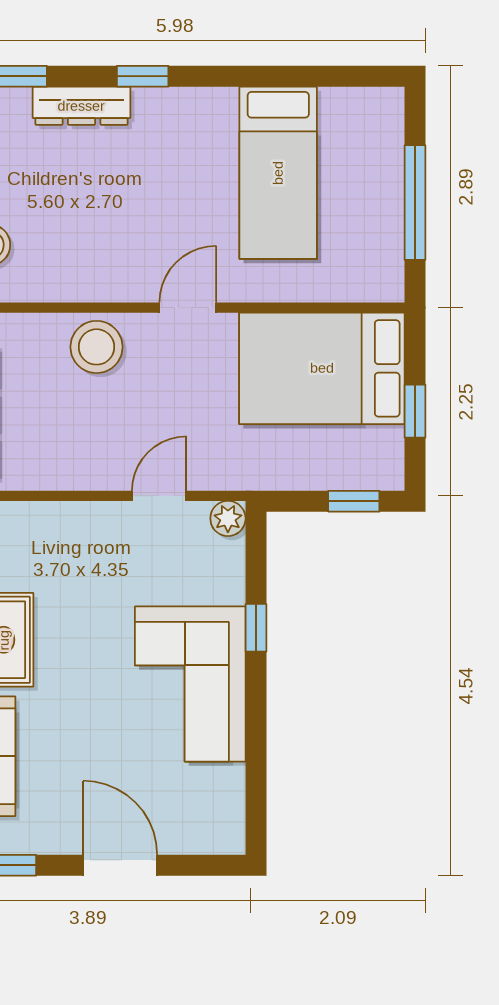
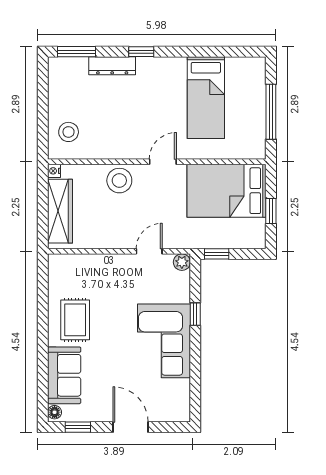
window: (354, 501) -> (217, 254), moved

